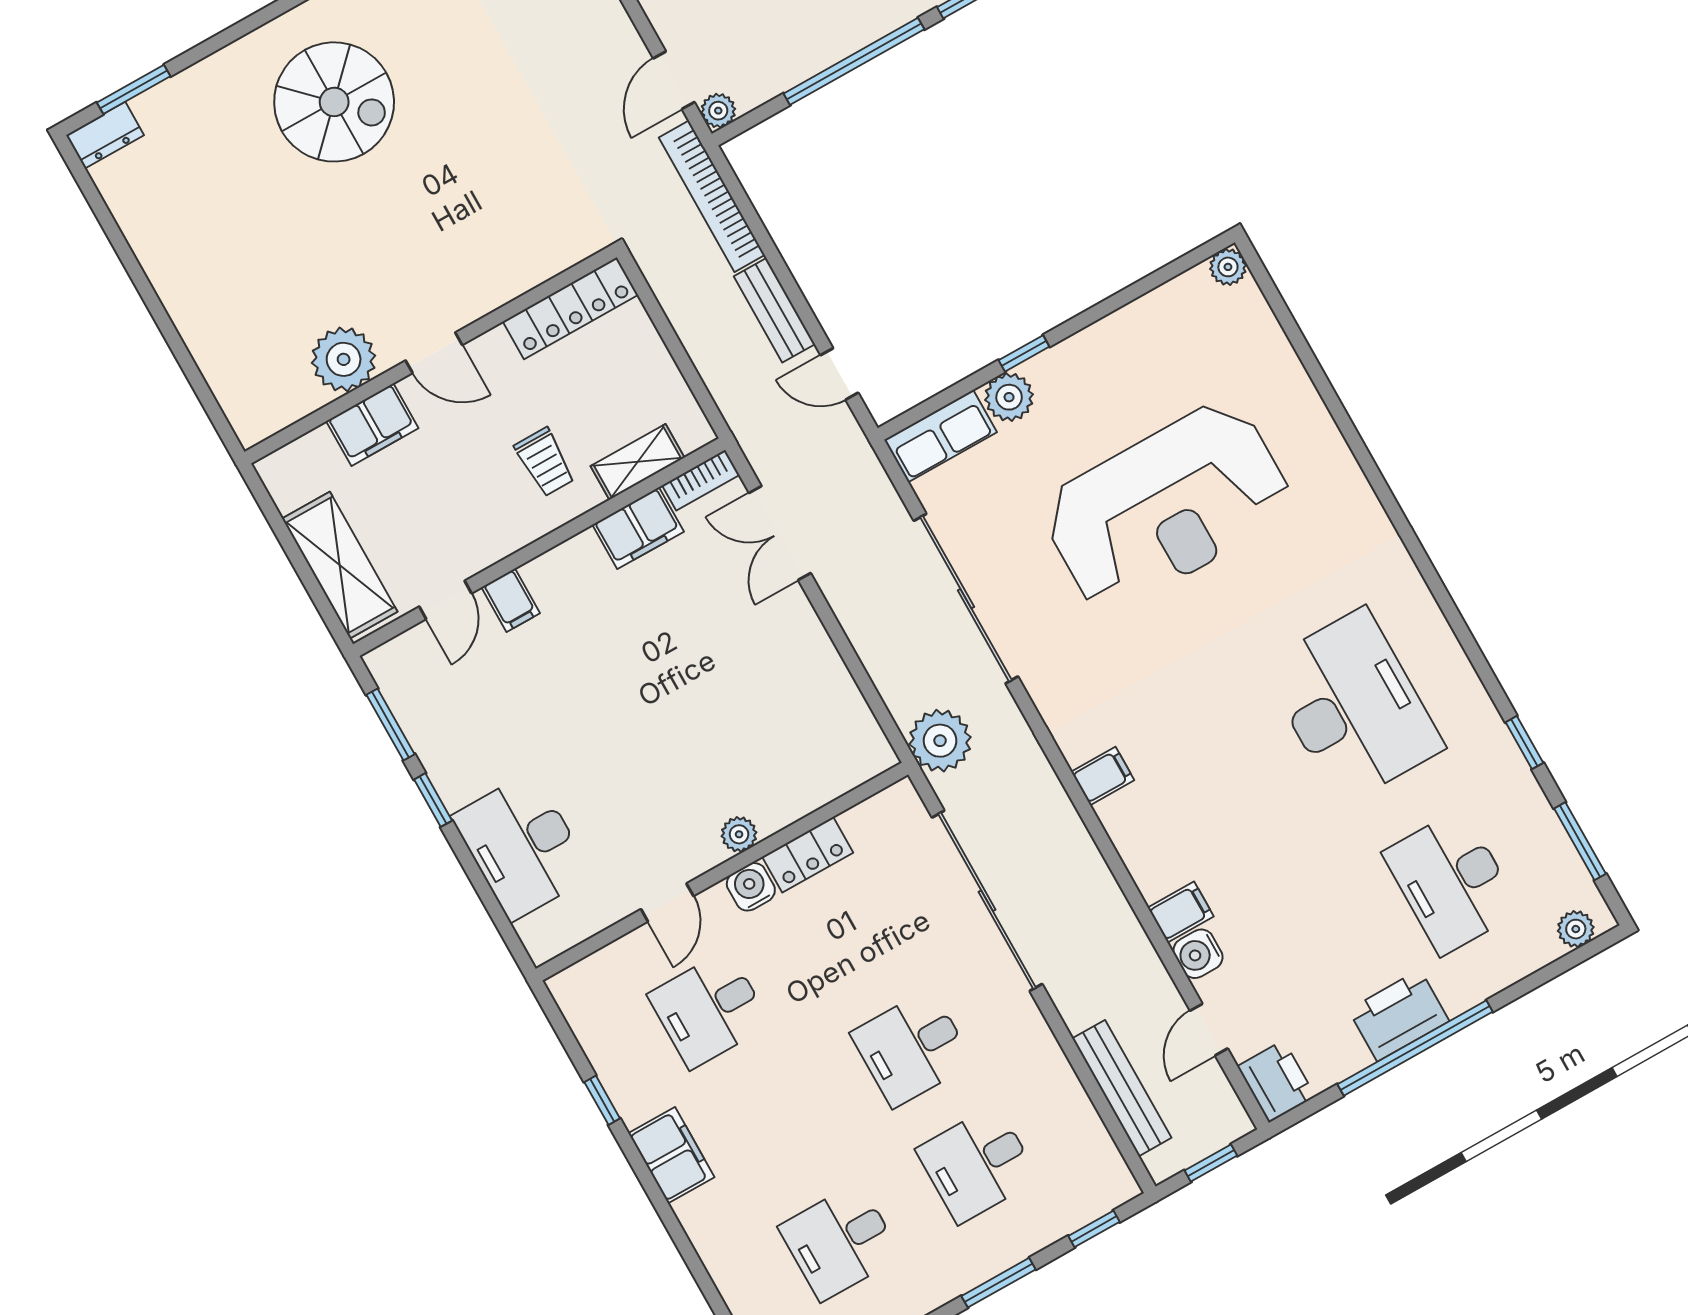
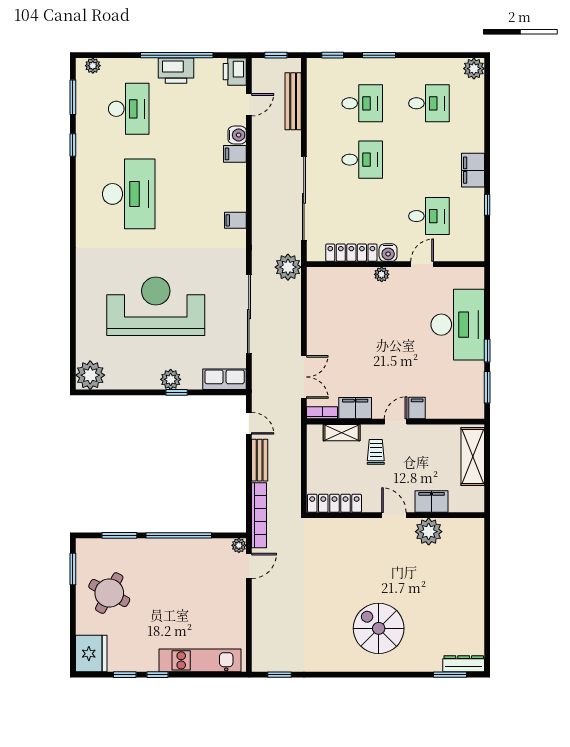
dresser: (105, 135) -> (464, 664), width x1.44
plant: (1228, 267) -> (90, 375), width x1.87, depth x1.87
plant: (1009, 397) -> (171, 379), moved
door: (445, 600) -> (396, 422), moved
desk: (1353, 707) -> (129, 194), turned 180
desk: (522, 846) -> (458, 325), width x1.36, depth x1.30
locker: (808, 855) -> (351, 253), width x1.53

